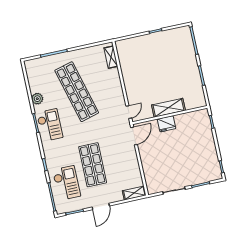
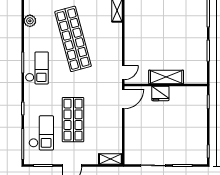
plant: (37, 99) -> (30, 21), moved

